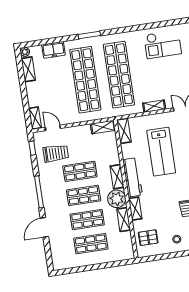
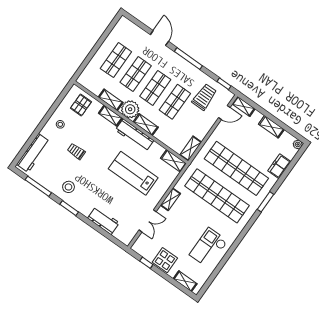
shelving: (28, 69) -> (271, 127), moved
trolley: (56, 153) -> (204, 97), turned 180

